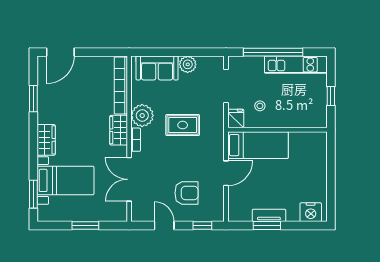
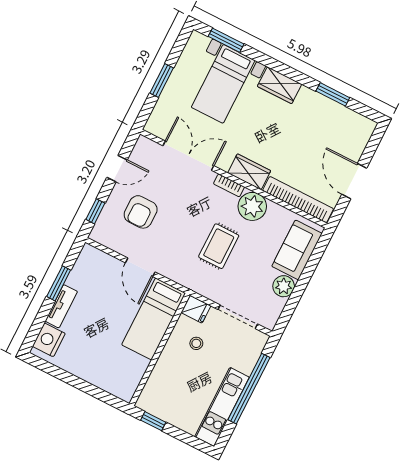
door: (60, 52) -> (354, 181), moved
window: (331, 96) -> (153, 421), moved
tv unit: (269, 215) -> (61, 306), moved

